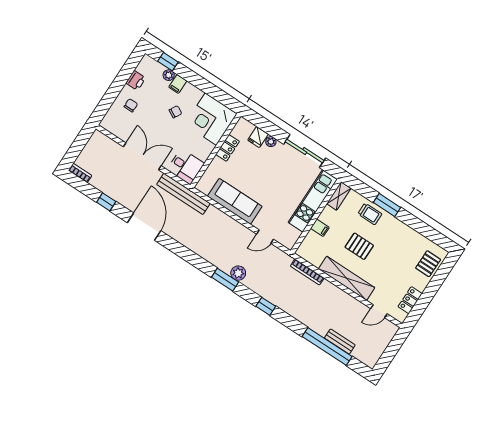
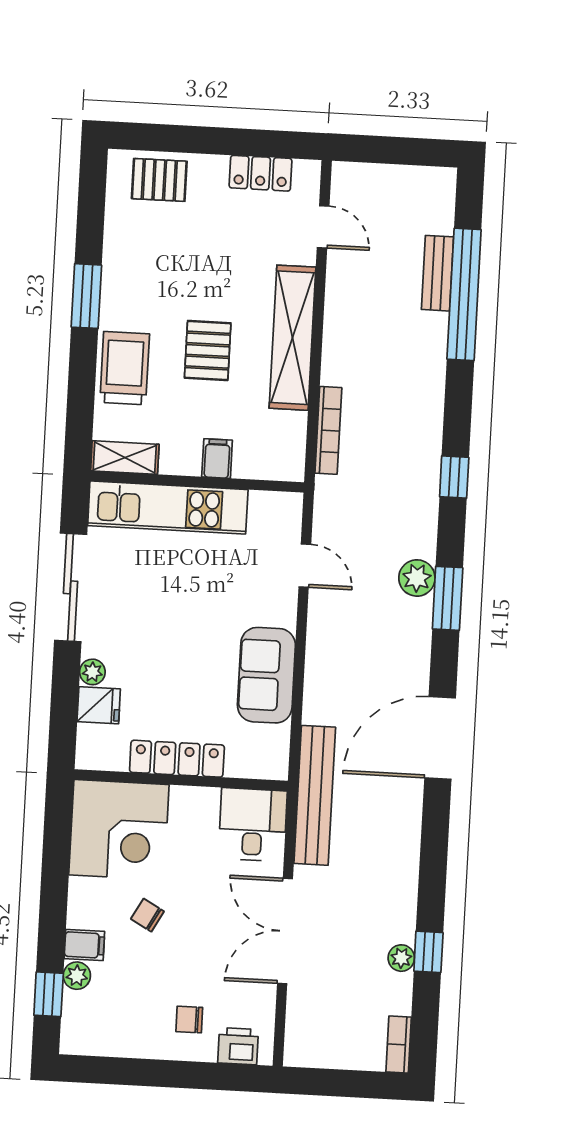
printer: (136, 80) -> (238, 1046), moved
locker: (227, 148) -> (177, 759), width x1.53
plant: (110, 191) -> (401, 958), added
sofa: (235, 201) -> (266, 675), width x0.73
window: (387, 205) -> (86, 296), moved
trolley: (370, 214) -> (125, 368), width x1.36, depth x1.39
door: (144, 227) -> (440, 738), moved

